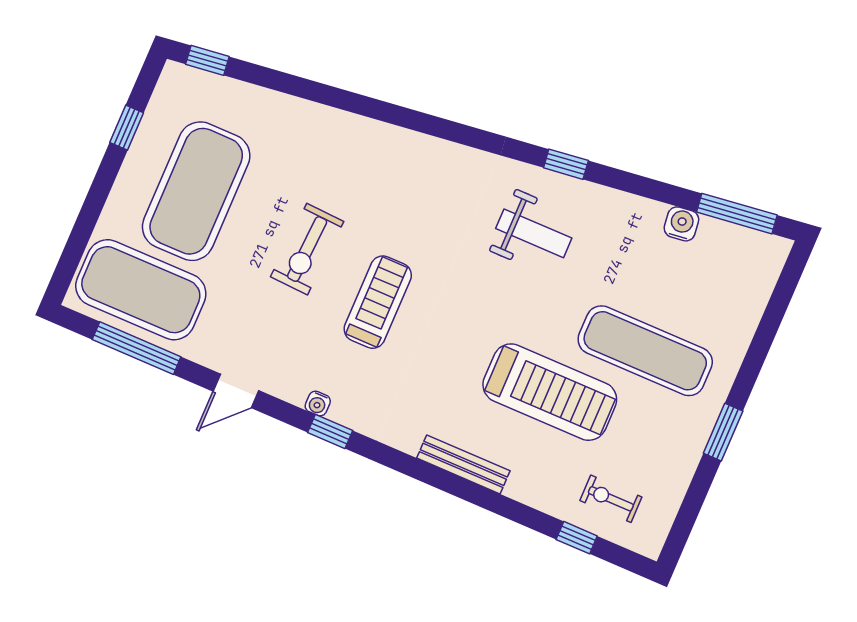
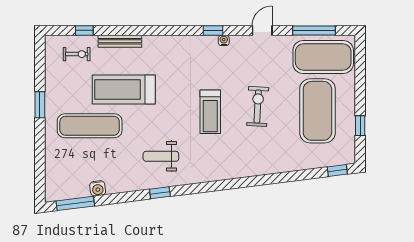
treadmill: (378, 302) -> (210, 112), moved
bench: (463, 464) -> (120, 41), moved

